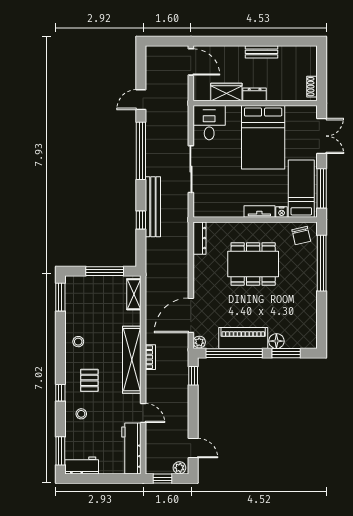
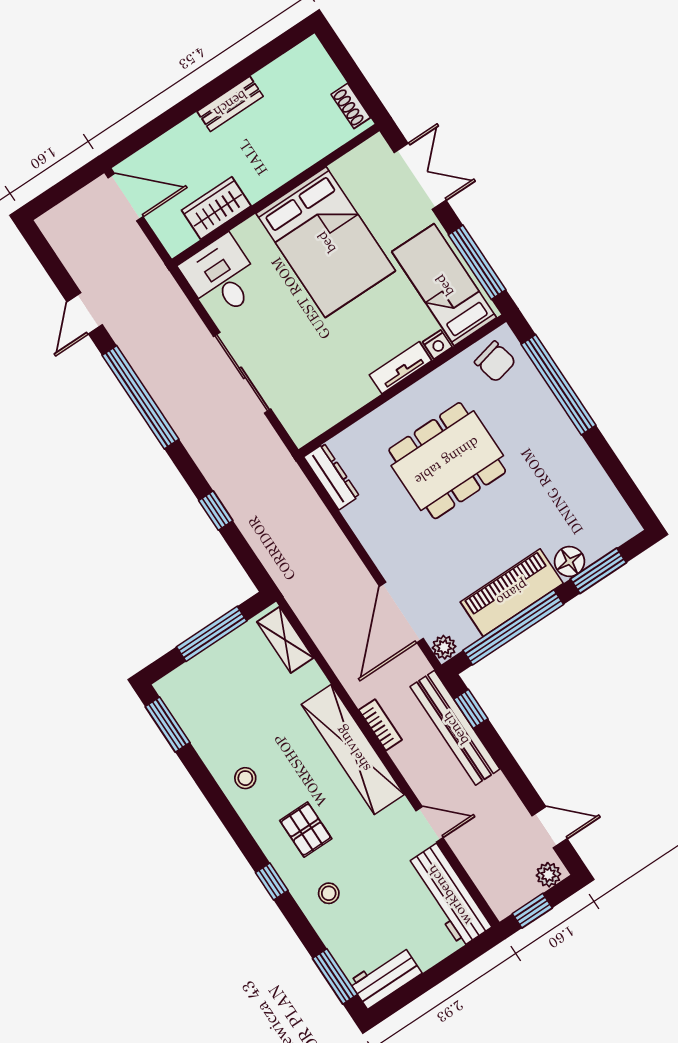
dresser: (255, 94) -> (265, 181), removed
bench: (153, 207) -> (455, 728), moved

